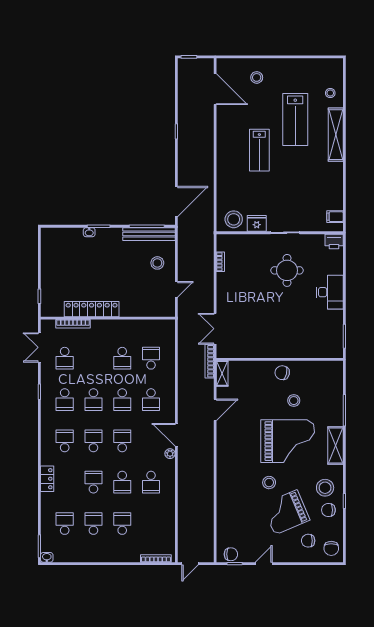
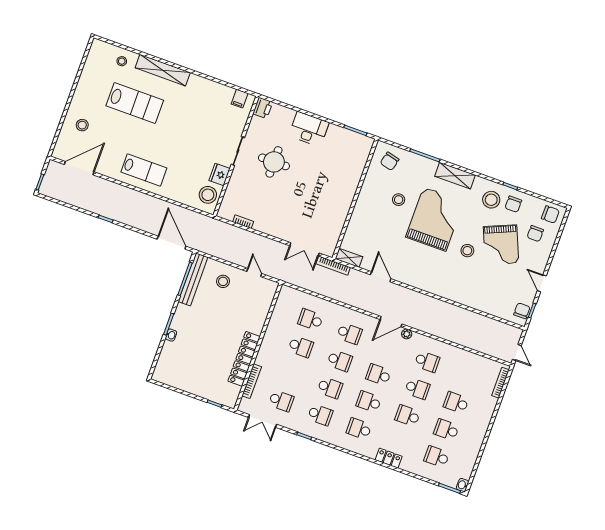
lab bench: (259, 150) -> (144, 170), moved
chair: (282, 373) -> (390, 161), moved

